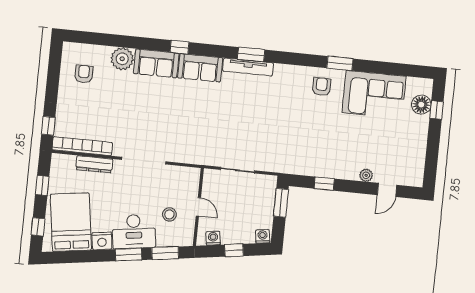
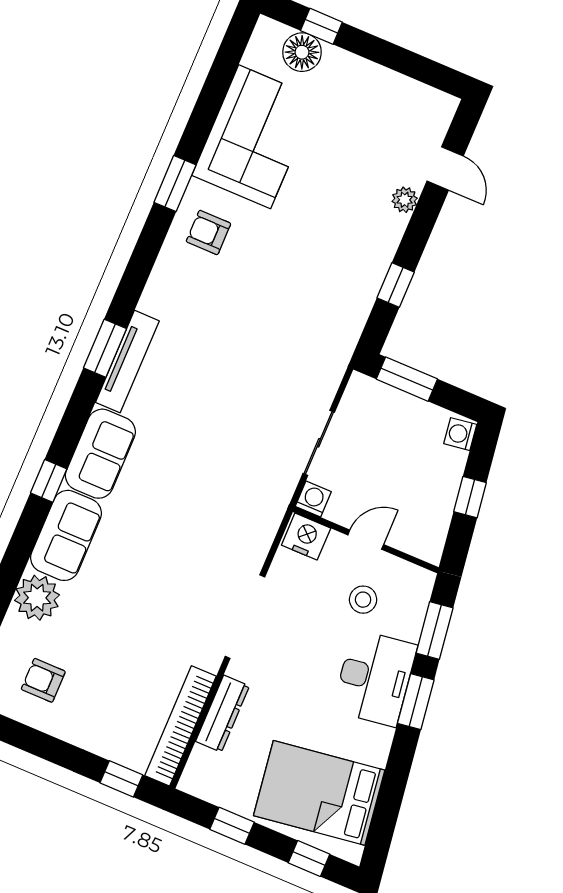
washing machine: (213, 238) -> (313, 499), moved, turned 98
nightstand: (102, 241) -> (306, 537), moved, turned -82

